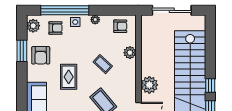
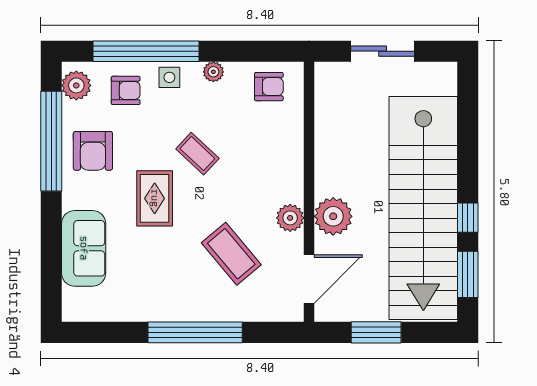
sliding door: (172, 10) -> (383, 51), width x0.73
window: (22, 51) -> (51, 141), width x2.11
plant: (130, 53) -> (290, 218), moved
coffee table: (103, 64) -> (197, 154), moved

